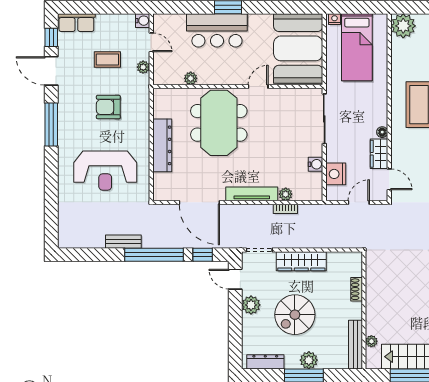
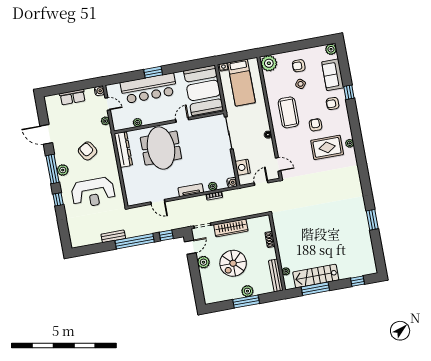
row of seats: (76, 23) -> (72, 97), moved
bar counter: (217, 30) -> (149, 88), width x1.36
window: (51, 37) -> (58, 199), moved
coffee table: (107, 60) -> (81, 120), removed
armchair: (108, 107) -> (88, 151), turned 58
plant: (66, 129) -> (63, 170), added
dresser: (162, 145) -> (123, 149), moved
wardrobe: (379, 154) -> (268, 149), removed
water cooler: (315, 164) -> (232, 182), moved
tv unit: (252, 194) -> (191, 190), width x0.71
door: (199, 202) -> (158, 202), width x0.53
door: (235, 279) -> (190, 247), swing flipped
dresser: (265, 362) -> (219, 297), removed

